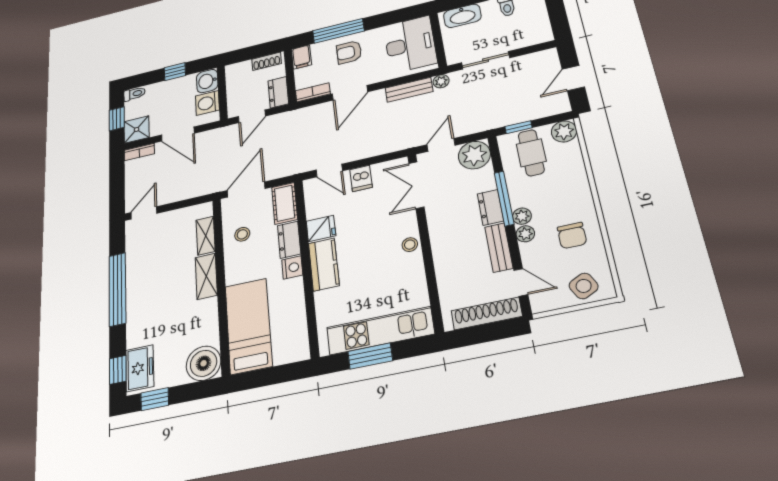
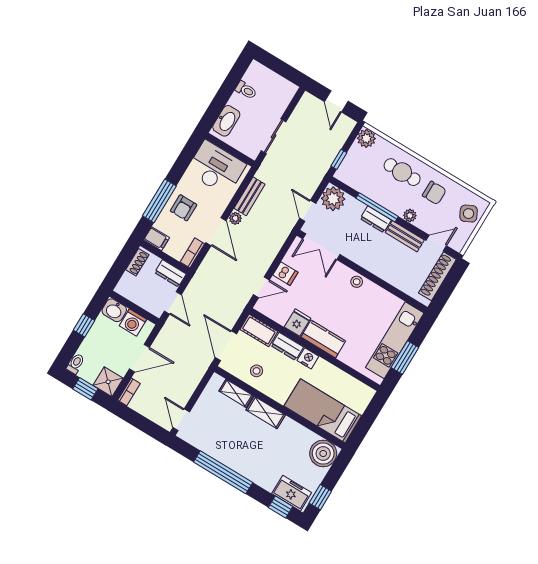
plant: (441, 81) -> (235, 218), moved
cafe table: (531, 153) -> (402, 172), moved
plant: (522, 216) -> (397, 208), removed

